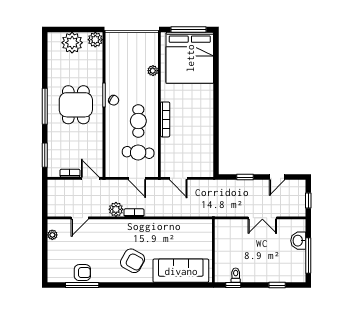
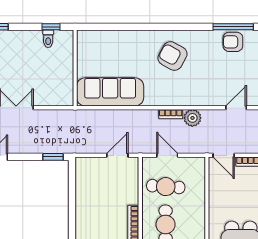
window: (245, 177) -> (53, 157), moved
door: (178, 178) -> (117, 155), hinge flipped
sofa: (181, 271) -> (110, 92), moved, turned 180

